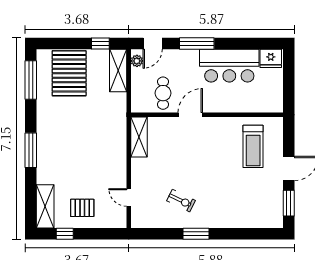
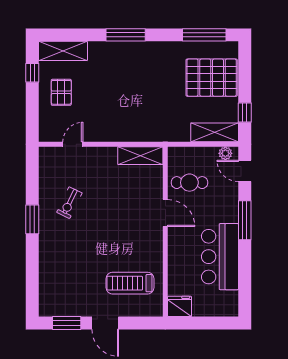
fridge: (271, 58) -> (180, 306), moved, turned 90

